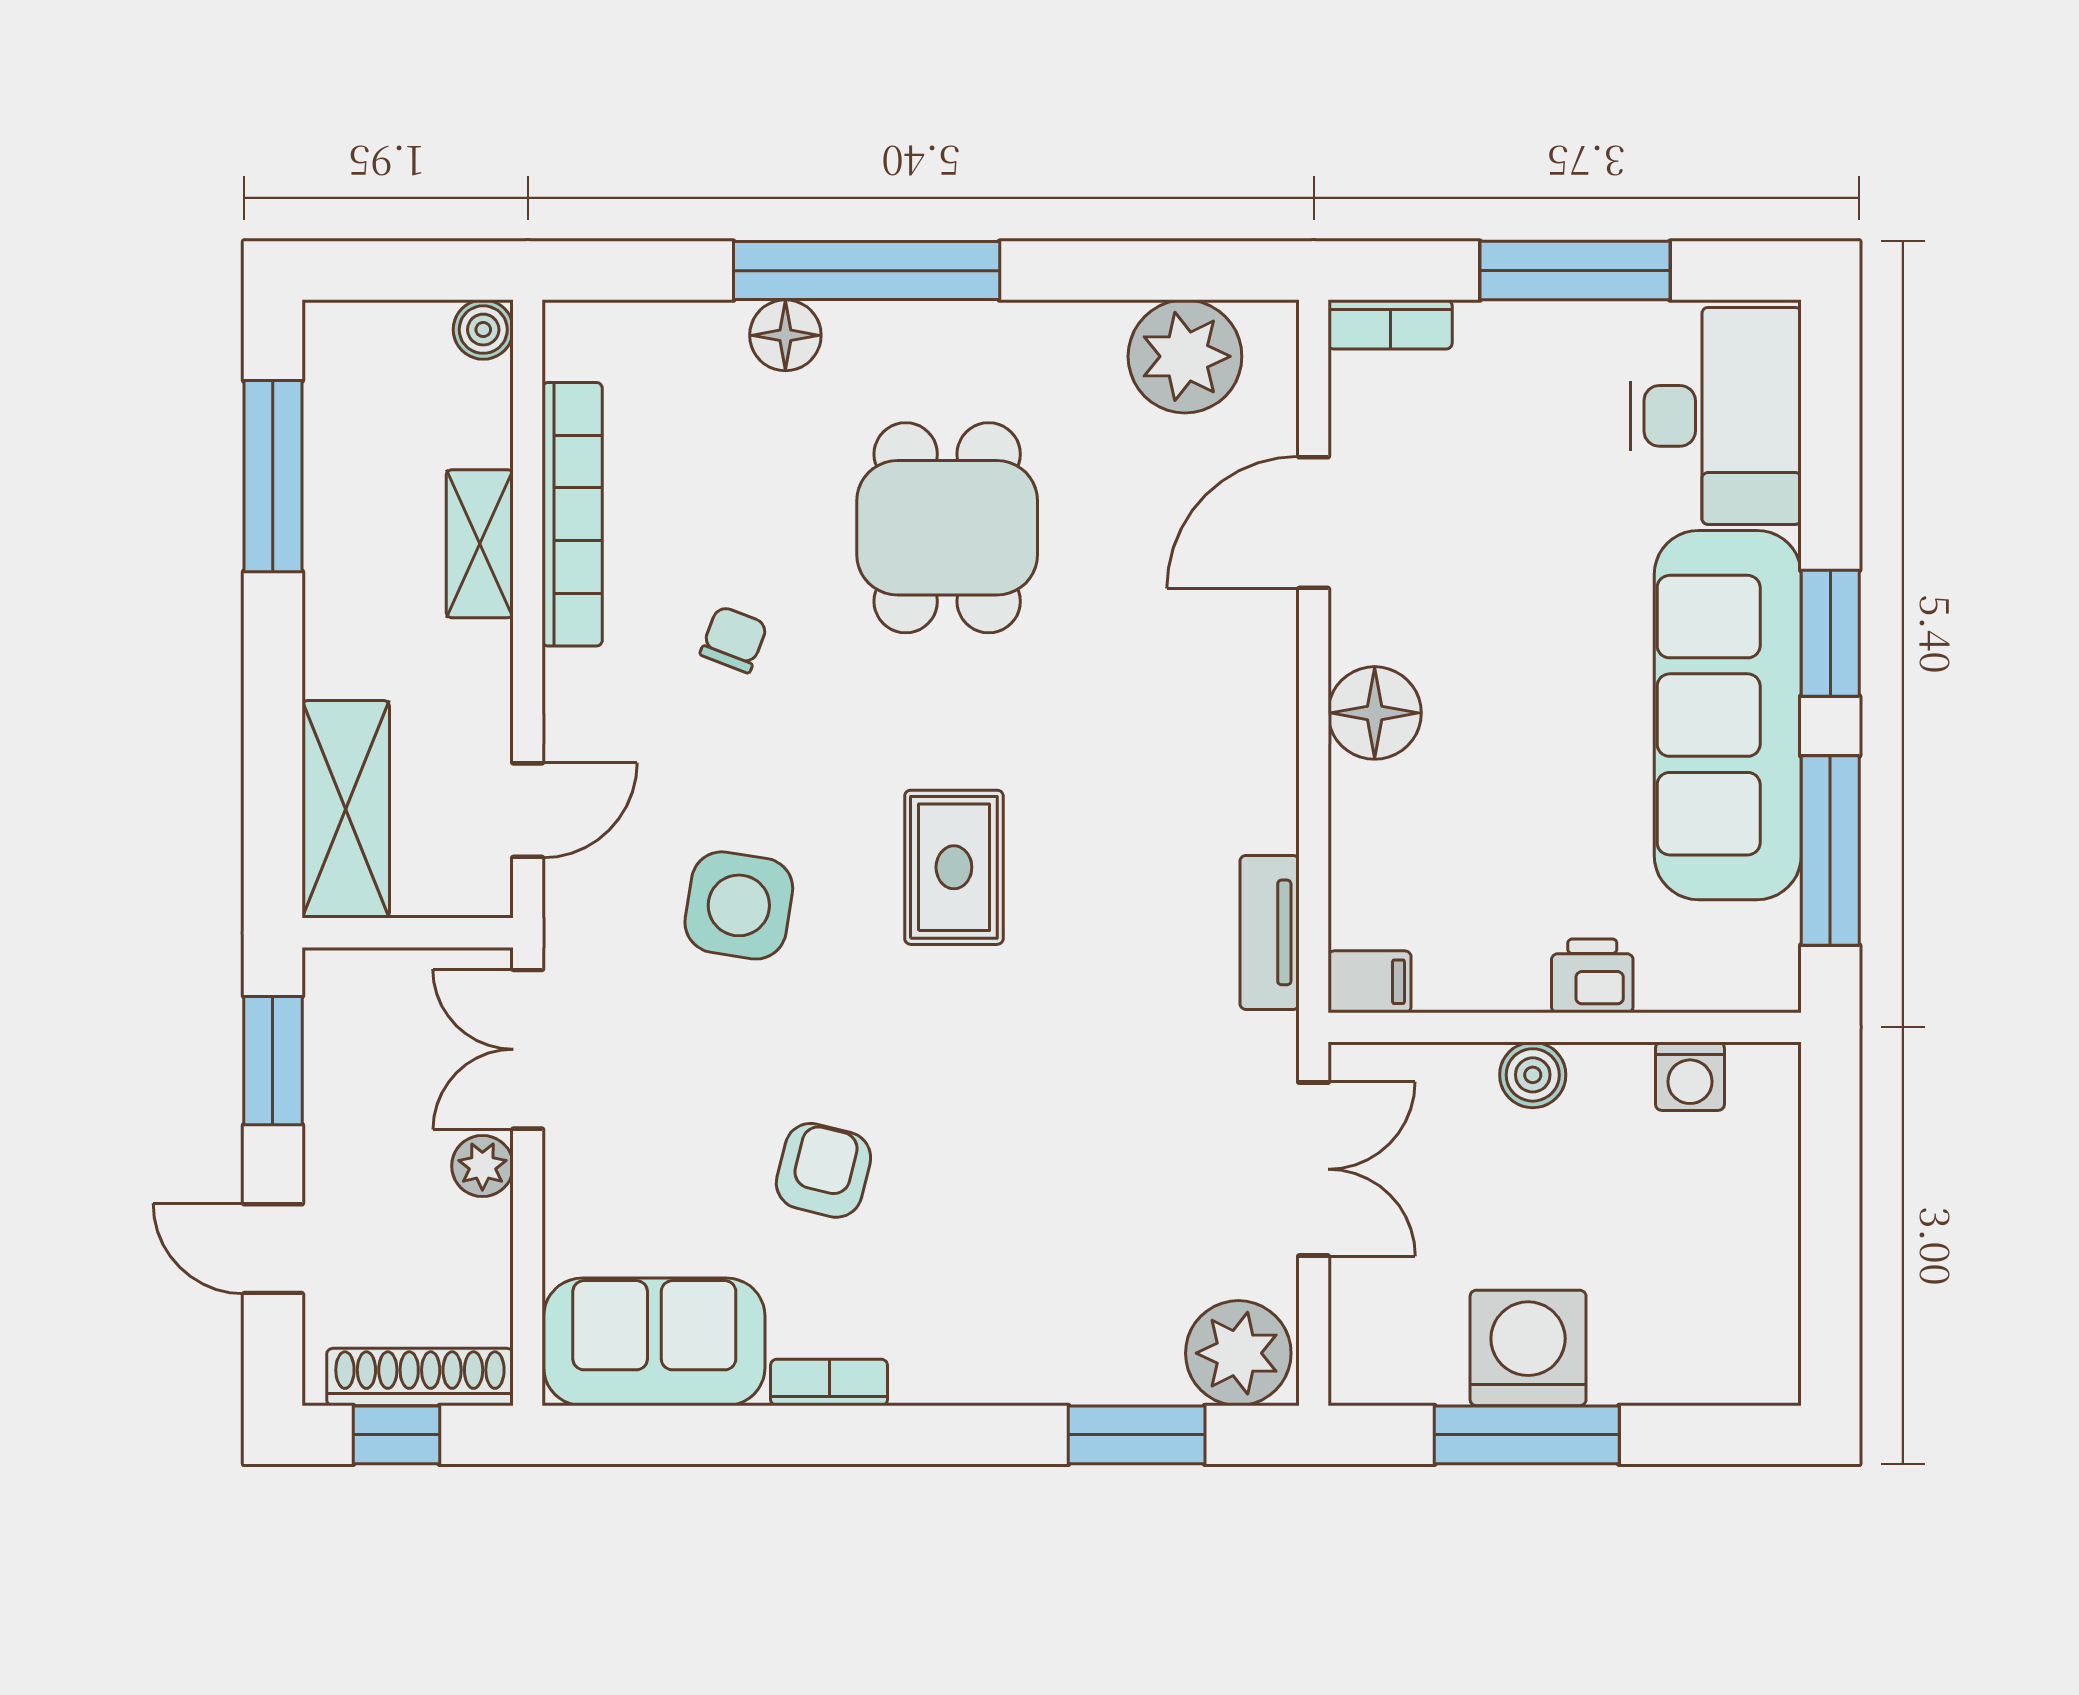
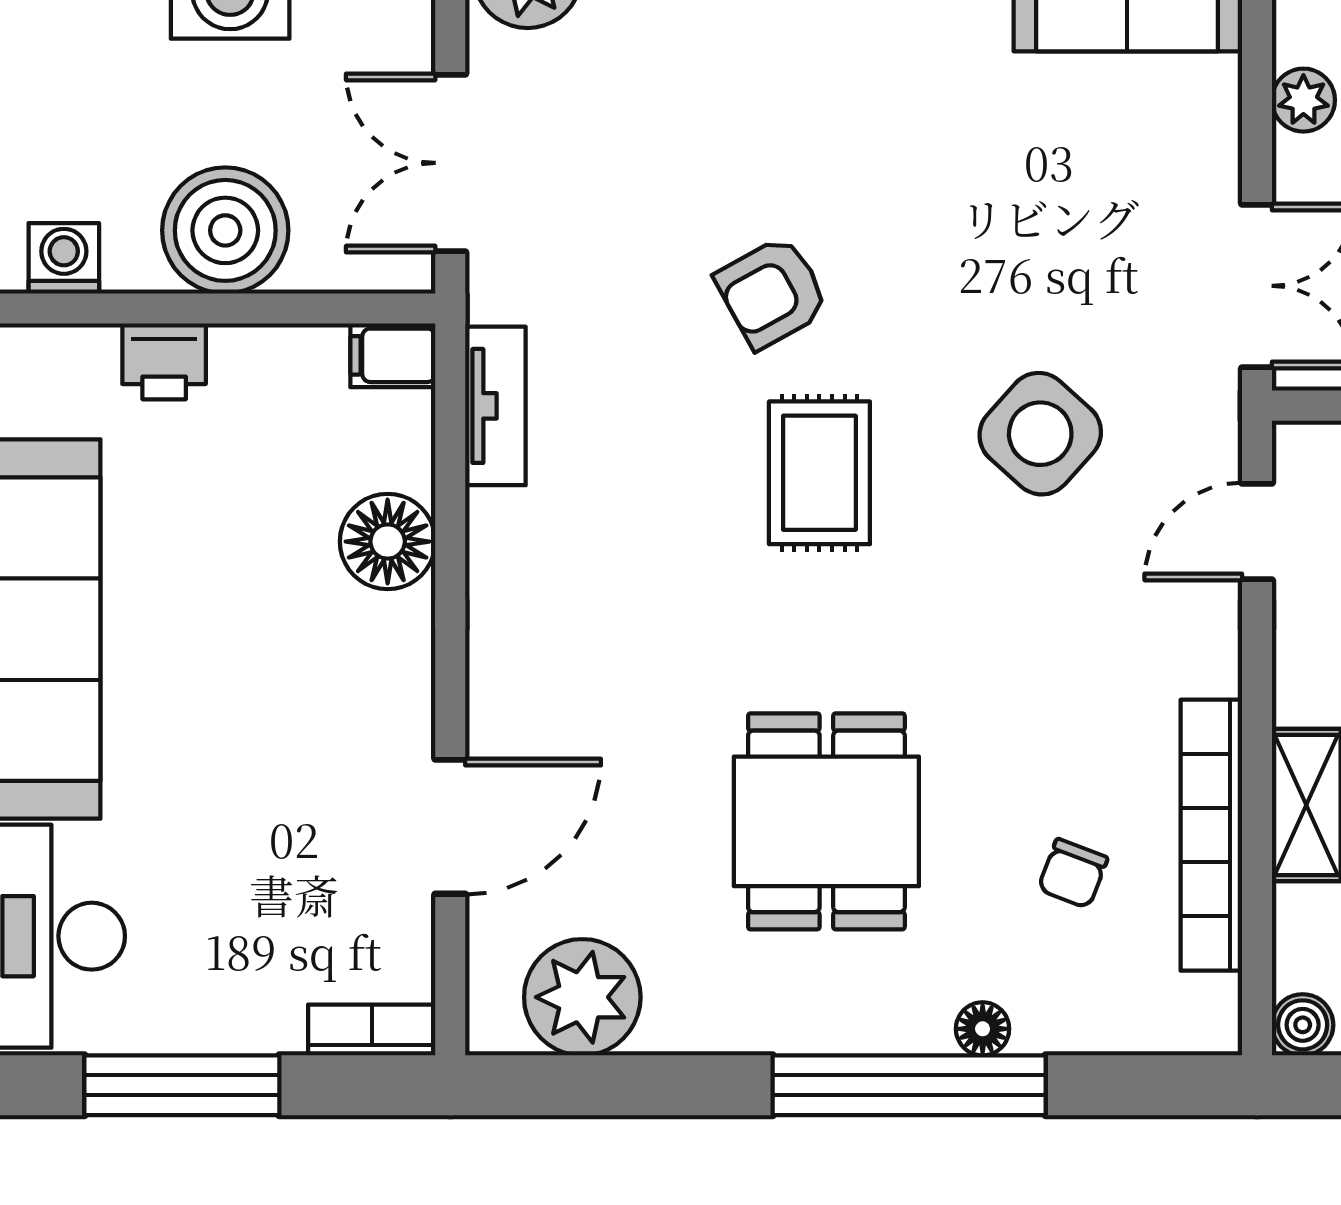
floor lamp: (785, 335) -> (983, 1029), width x0.73, depth x0.73
chair: (734, 639) -> (1073, 873), moved
floor lamp: (1375, 713) -> (388, 542), moved
side table: (739, 905) -> (1040, 434), turned 33
boiler: (1533, 1075) -> (225, 230), width x1.86, depth x1.86
plant: (482, 1166) -> (1303, 100), moved
armchair: (823, 1170) -> (772, 292), moved, turned 47

